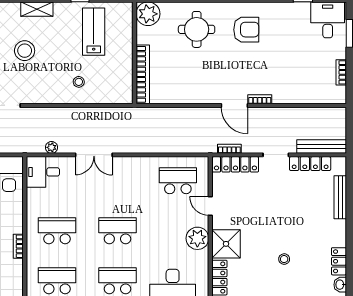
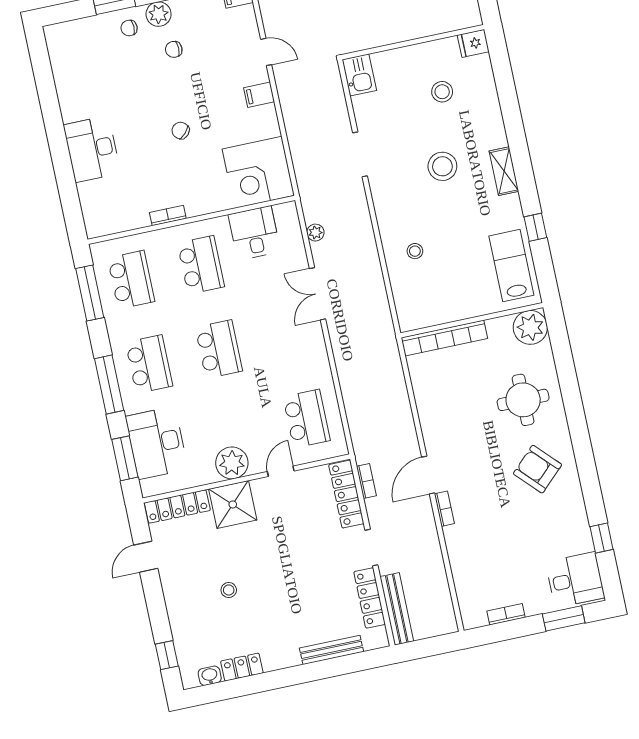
armchair: (246, 30) -> (537, 469), turned 136
lab bench: (94, 32) -> (511, 266), moved, turned -90
desk: (43, 172) -> (254, 233), moved

